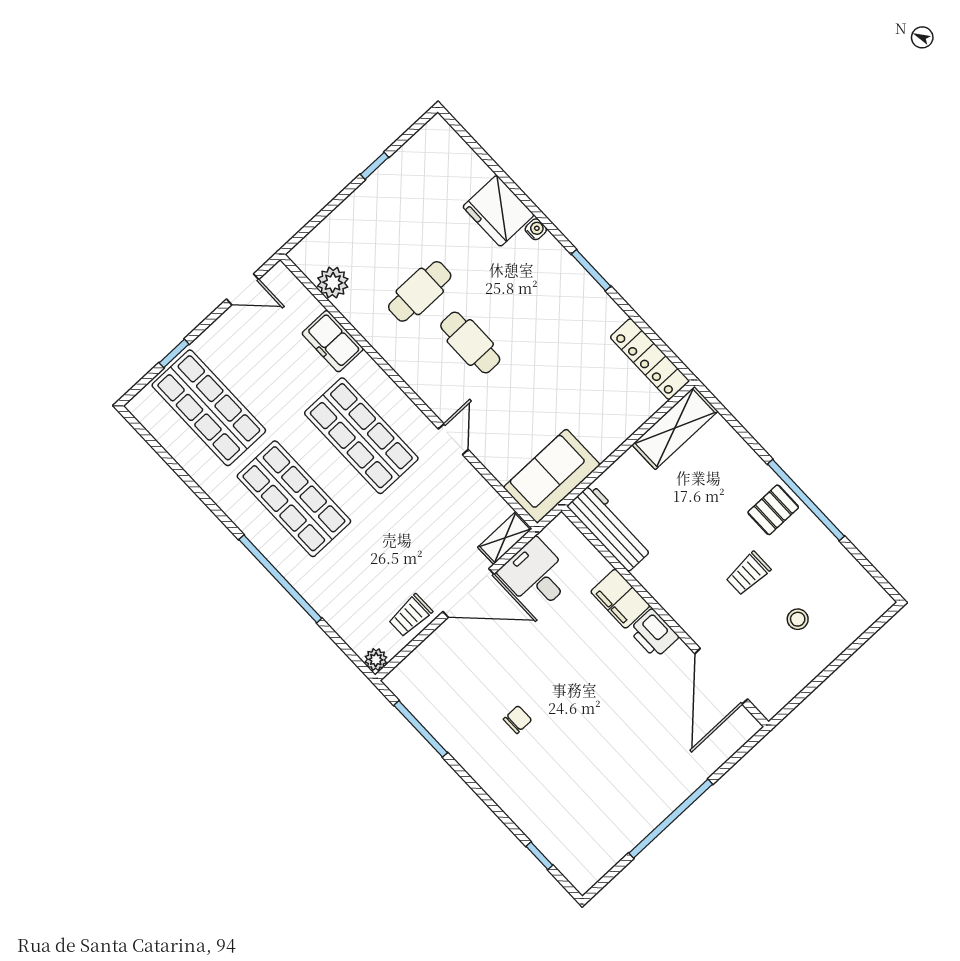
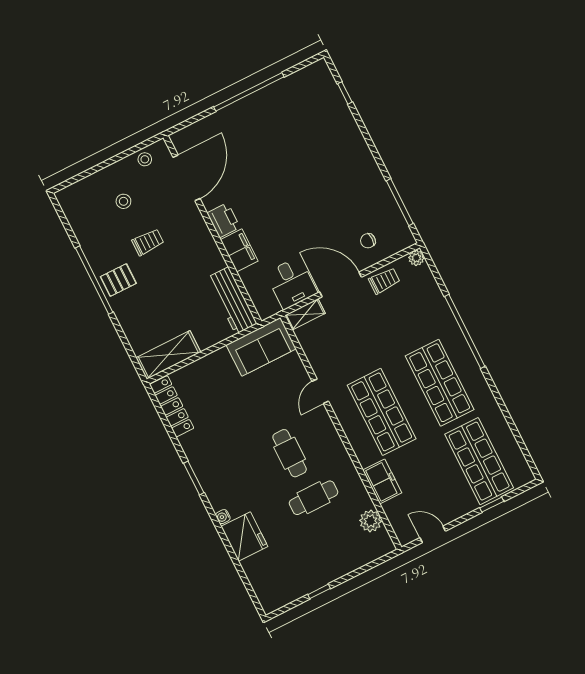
stool: (785, 685) -> (145, 159), added
chair: (518, 720) -> (368, 241), moved

